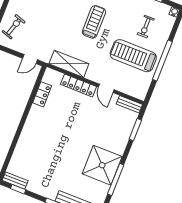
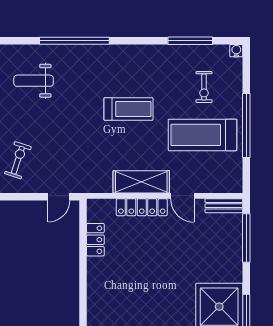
treadmill: (94, 22) -> (128, 109), turned 90
shelving: (69, 64) -> (141, 182), moved
window: (135, 130) -> (246, 238), width x1.44

